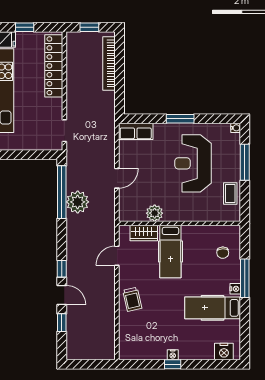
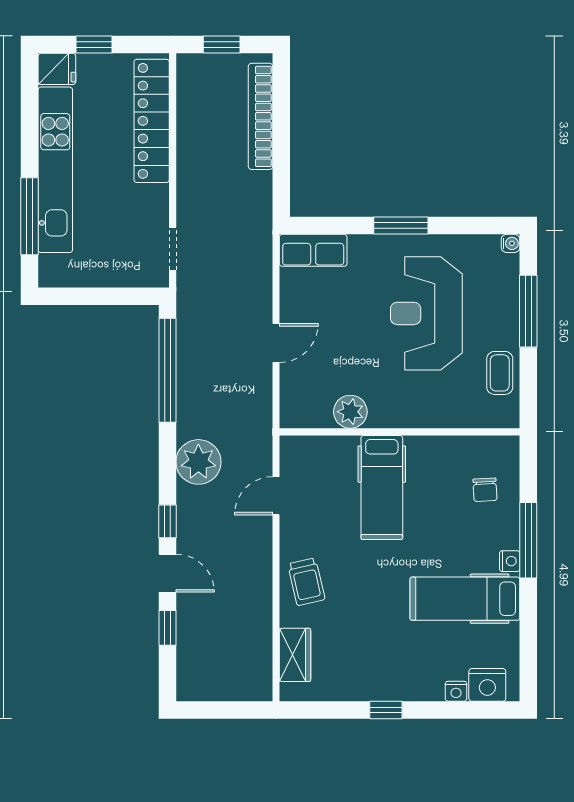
plant: (78, 202) -> (198, 462), moved
wardrobe: (144, 233) -> (295, 655), moved, turned -90
nightstand: (173, 355) -> (456, 691), moved

